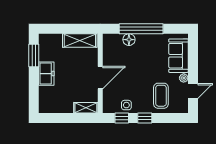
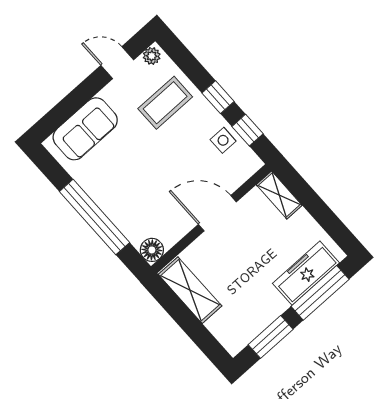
floor lamp: (129, 40) -> (152, 250), moved
freezer: (46, 74) -> (306, 273), moved, width x1.40
plant: (184, 78) -> (152, 56), moved
window: (34, 90) -> (320, 293), added

